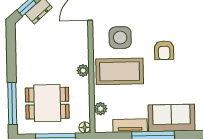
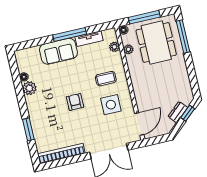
plant: (83, 70) -> (128, 49), moved
coffee table: (120, 71) -> (106, 79), width x0.54, depth x0.58
dining table: (47, 103) -> (156, 42), width x1.38

